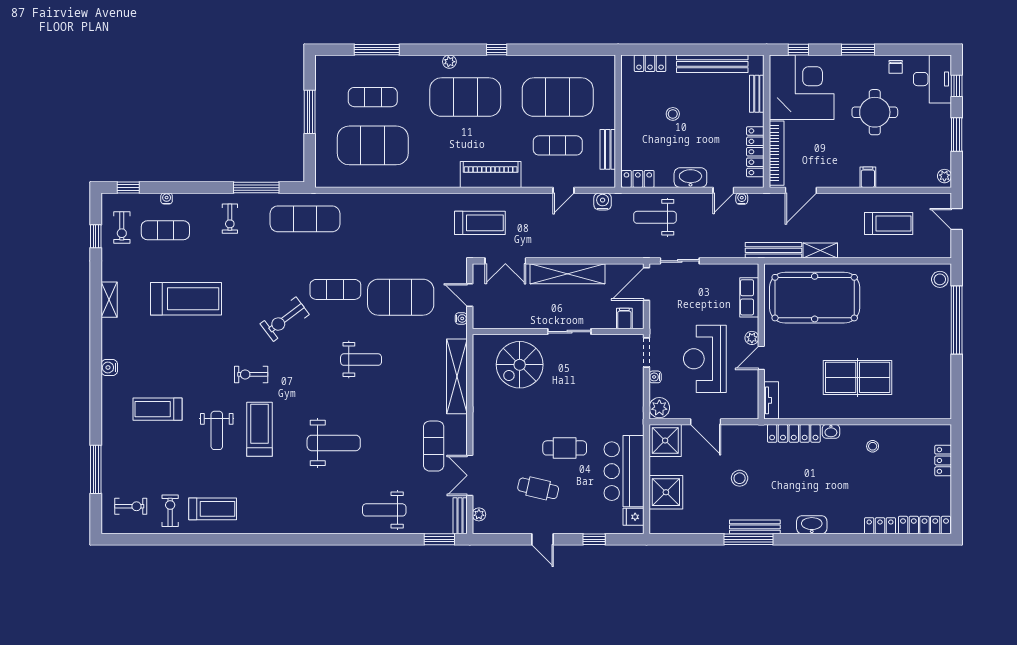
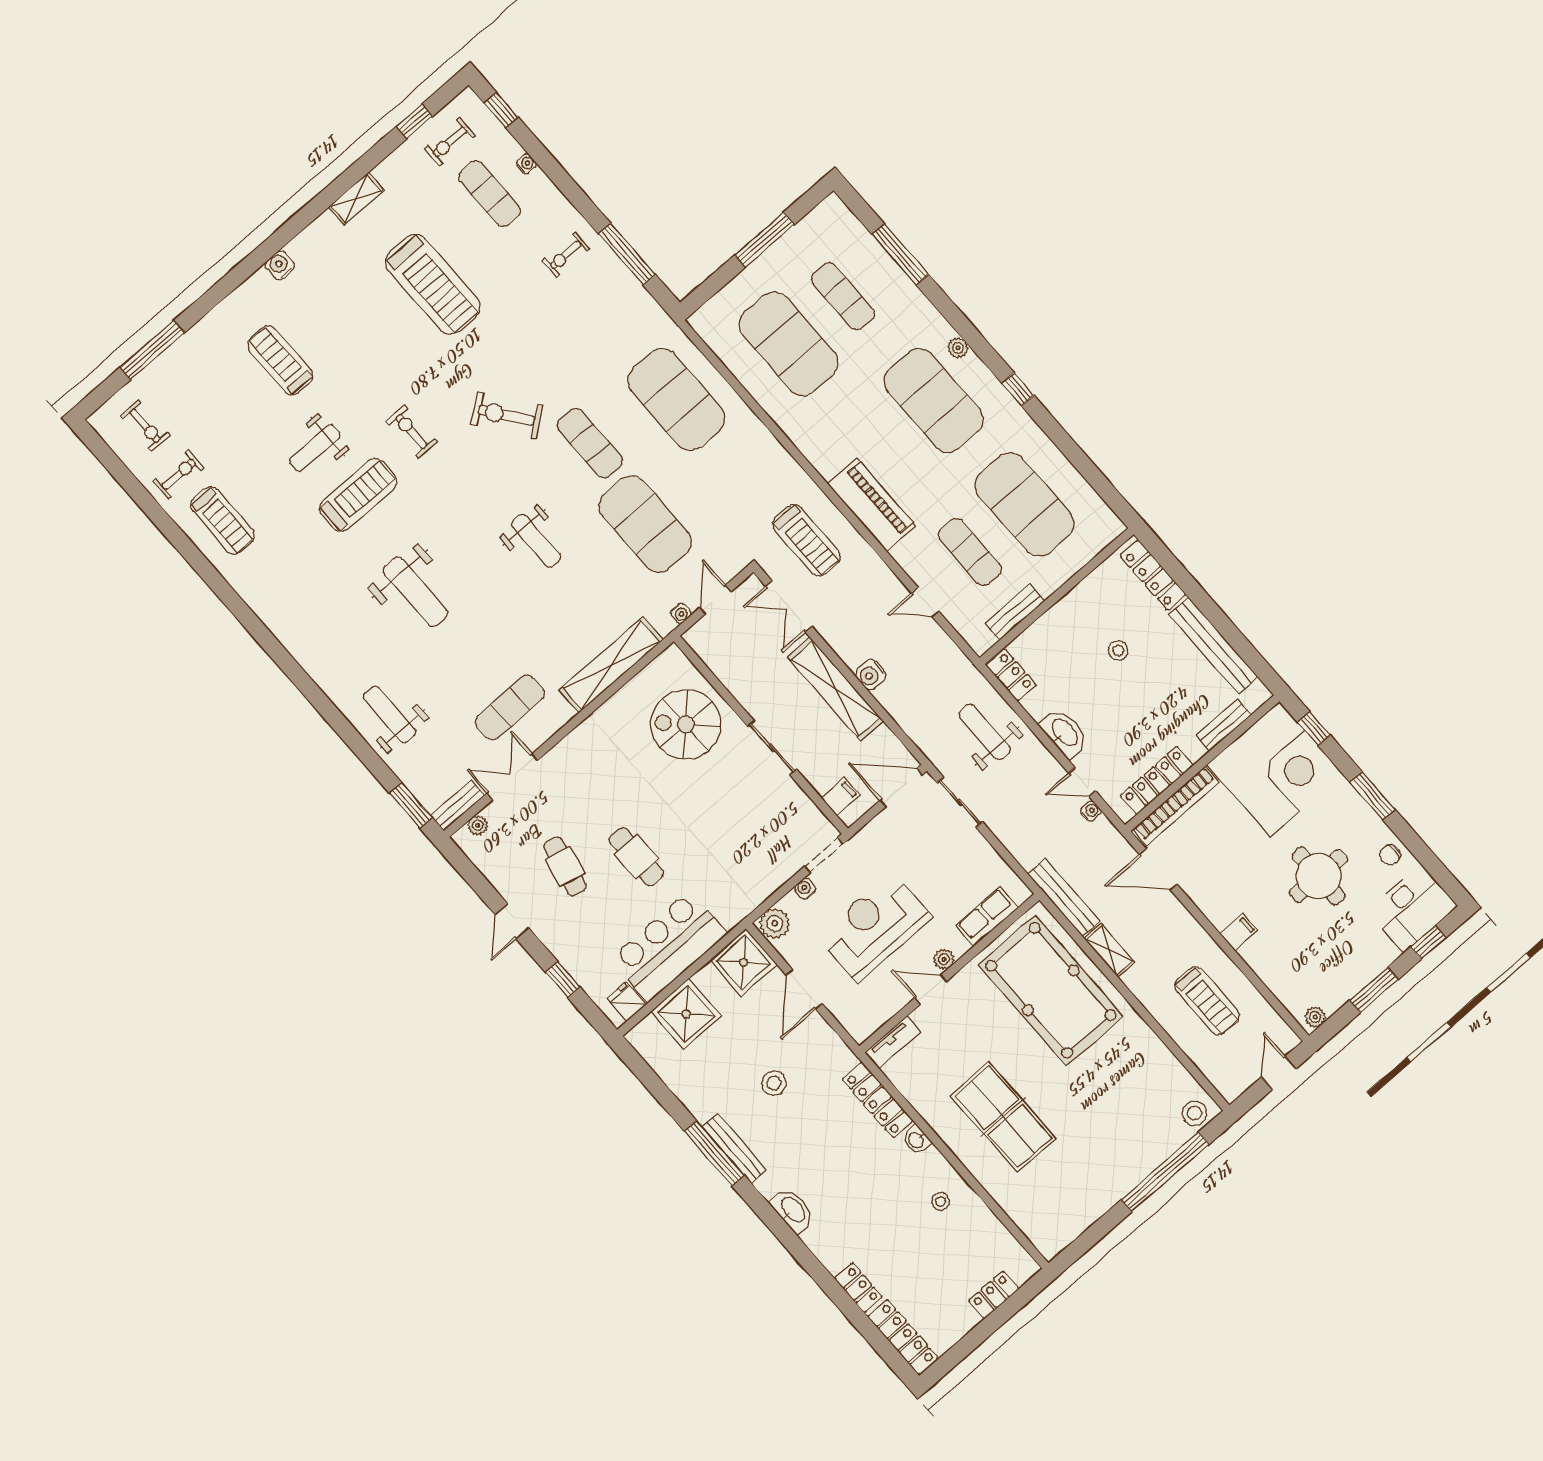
locker: (650, 63) -> (1153, 575), width x1.53
water cooler: (603, 201) -> (871, 675), moved, turned 180
exercise mat: (305, 219) -> (676, 400), moved, width x1.47

